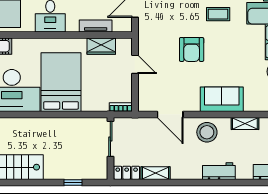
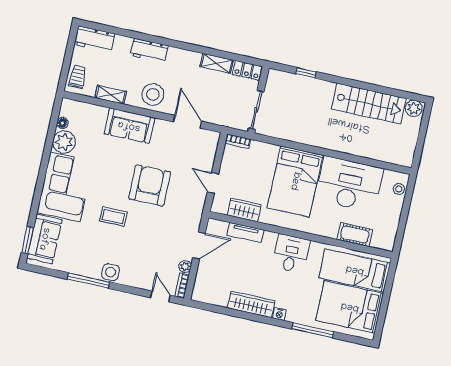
armchair: (192, 49) -> (150, 185), width x1.36, depth x1.36

